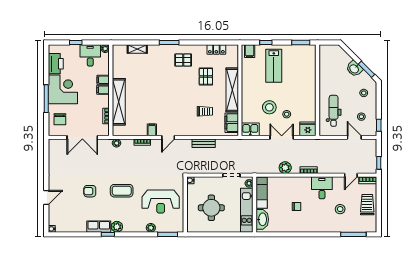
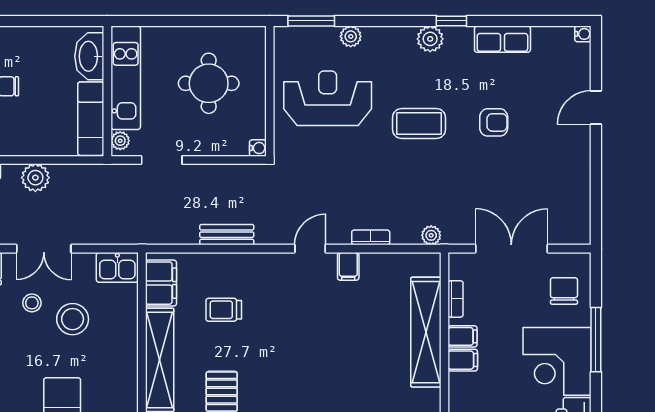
filing cabinet: (103, 80) -> (463, 336), moved
row of seats: (99, 227) -> (502, 39), moved

